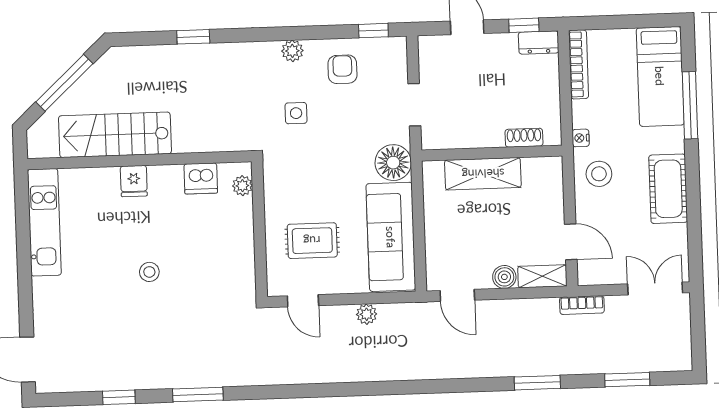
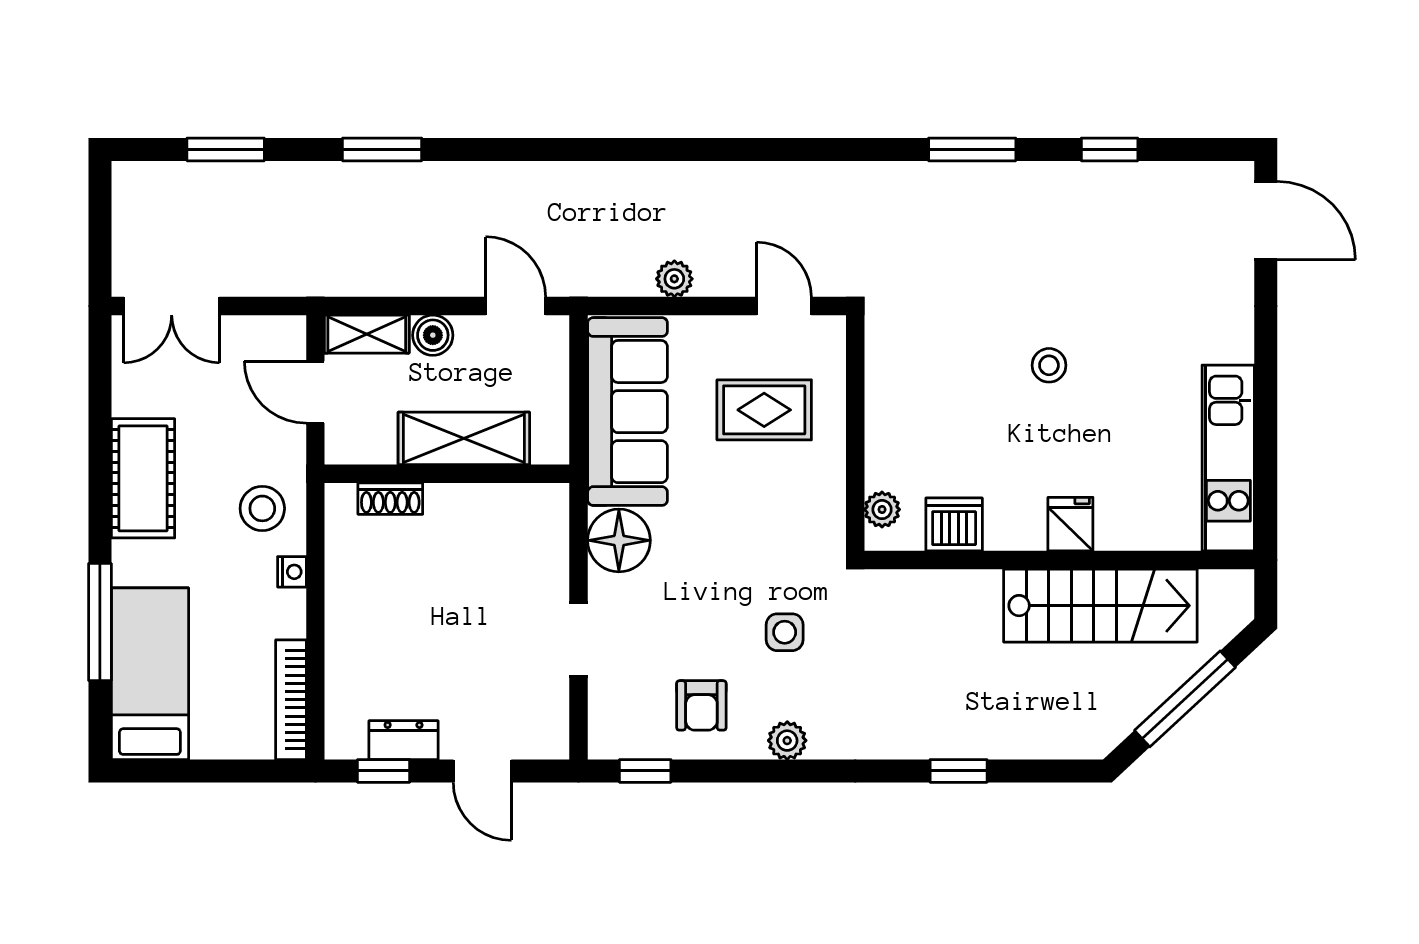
dresser: (539, 42) -> (404, 740), moved
shoe rack: (524, 138) -> (390, 499), moved
wall: (492, 153) -> (447, 474), moved
shelving: (483, 174) -> (464, 438), moved
bookcase: (582, 305) -> (300, 282), removed

